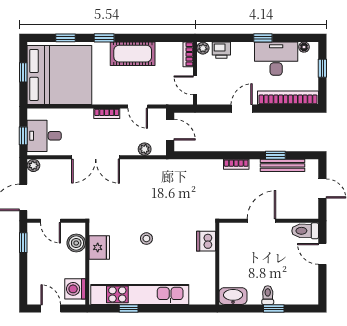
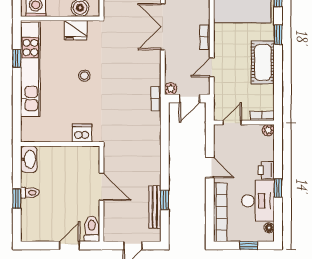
printer: (221, 50) -> (266, 170), moved
plant: (145, 149) -> (171, 89), moved
bookcase: (236, 164) -> (156, 99), moved

